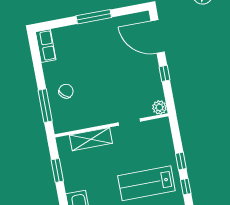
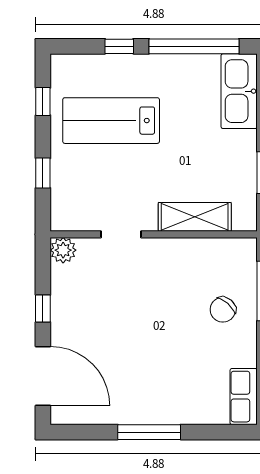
window: (181, 161) -> (43, 173), moved
lab bench: (146, 183) -> (111, 121), turned 180

